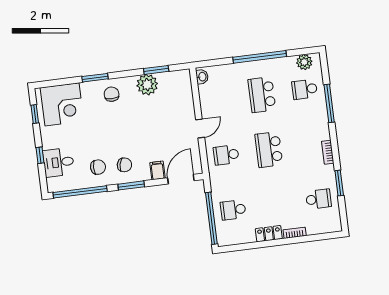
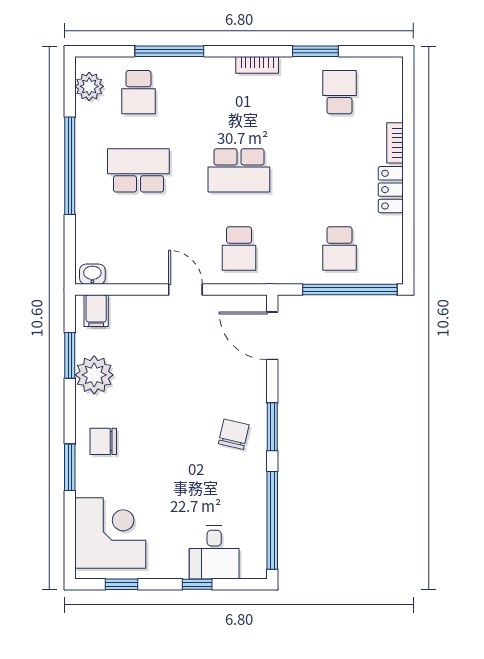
school desk: (262, 95) -> (138, 170), turned 180
chair: (98, 167) -> (232, 482), removed
filing cabinet: (158, 170) -> (96, 311), moved, turned -90

